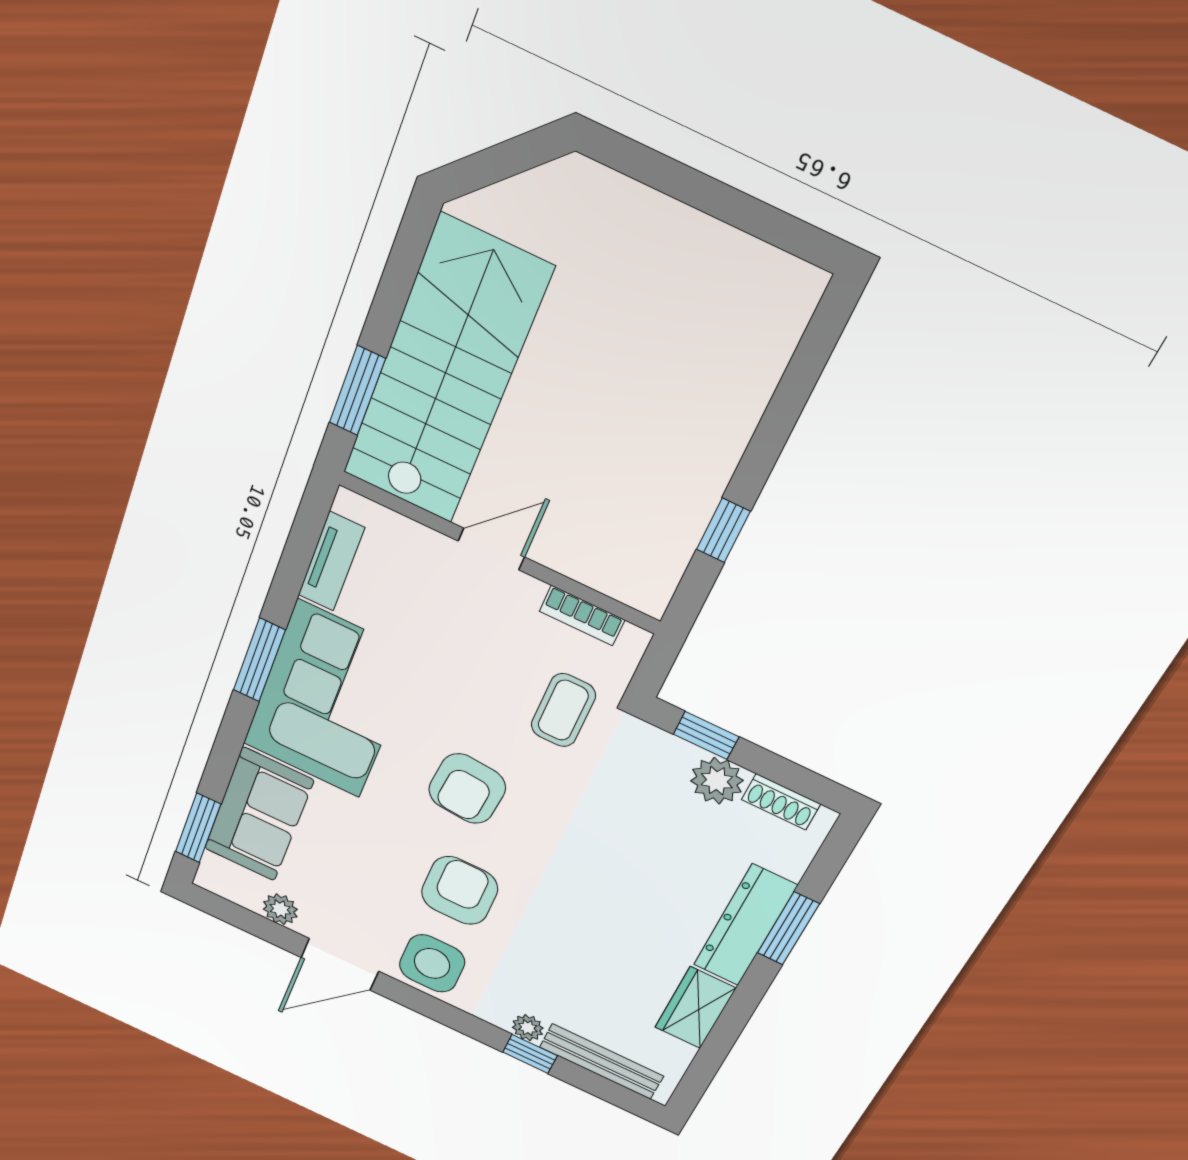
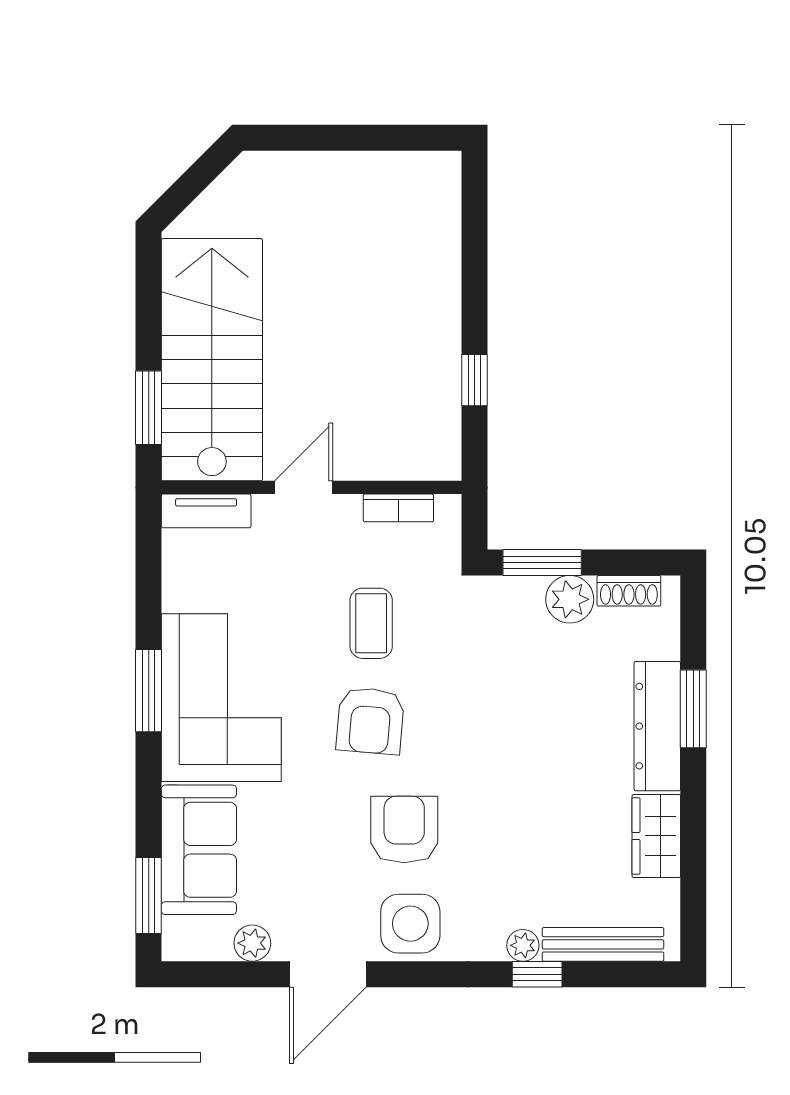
tv unit: (331, 561) -> (206, 511), moved, turned 90
coffee table: (563, 710) -> (371, 623), moved
window: (706, 735) -> (542, 562), width x1.50

